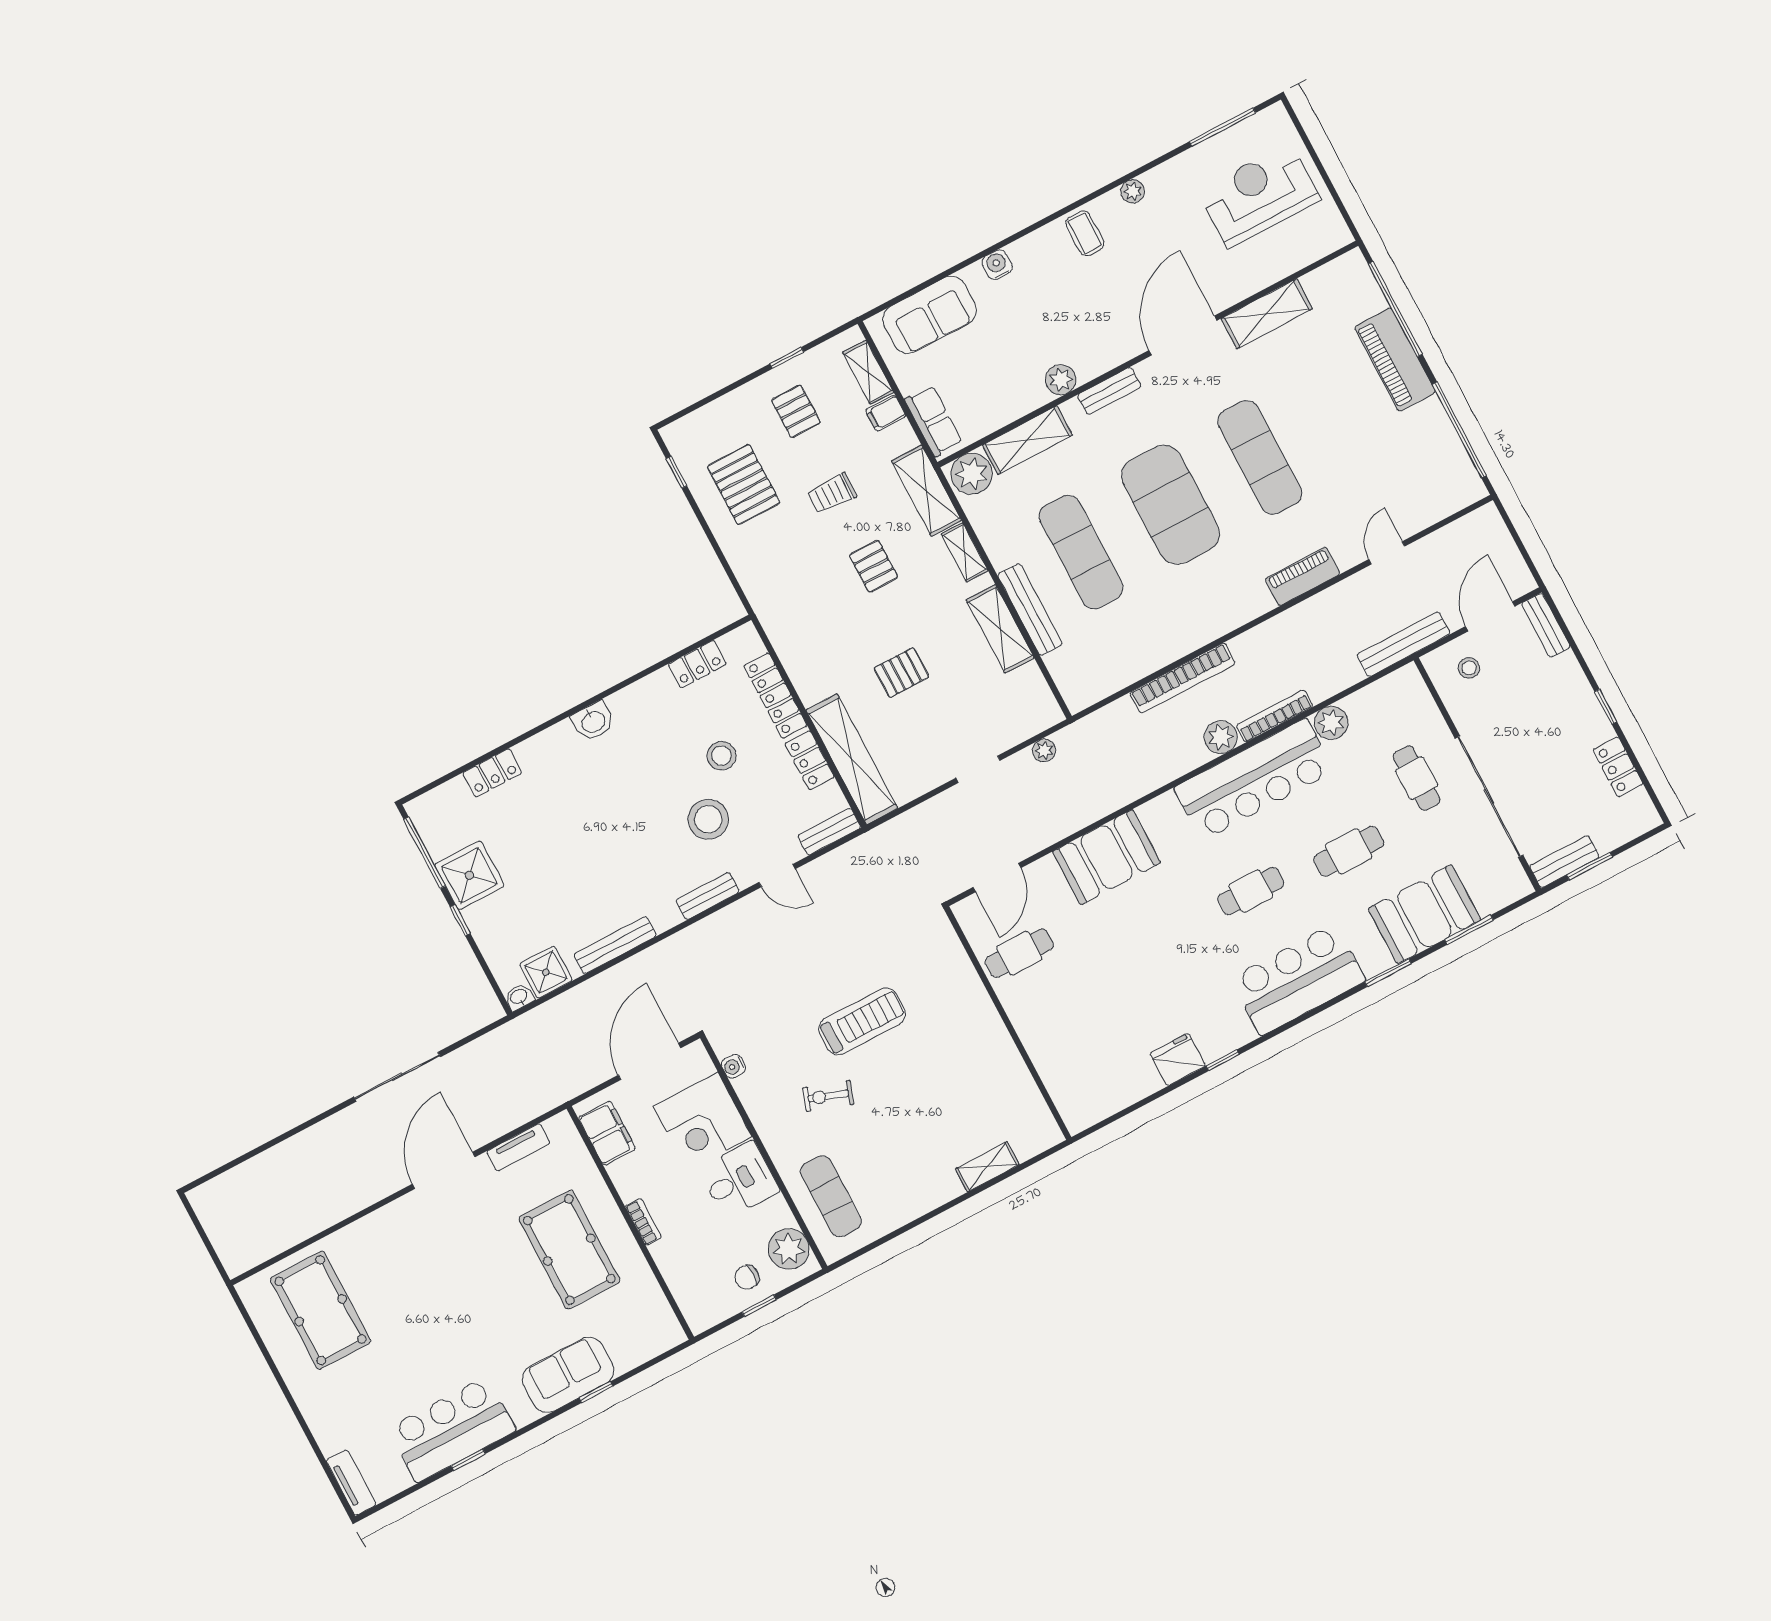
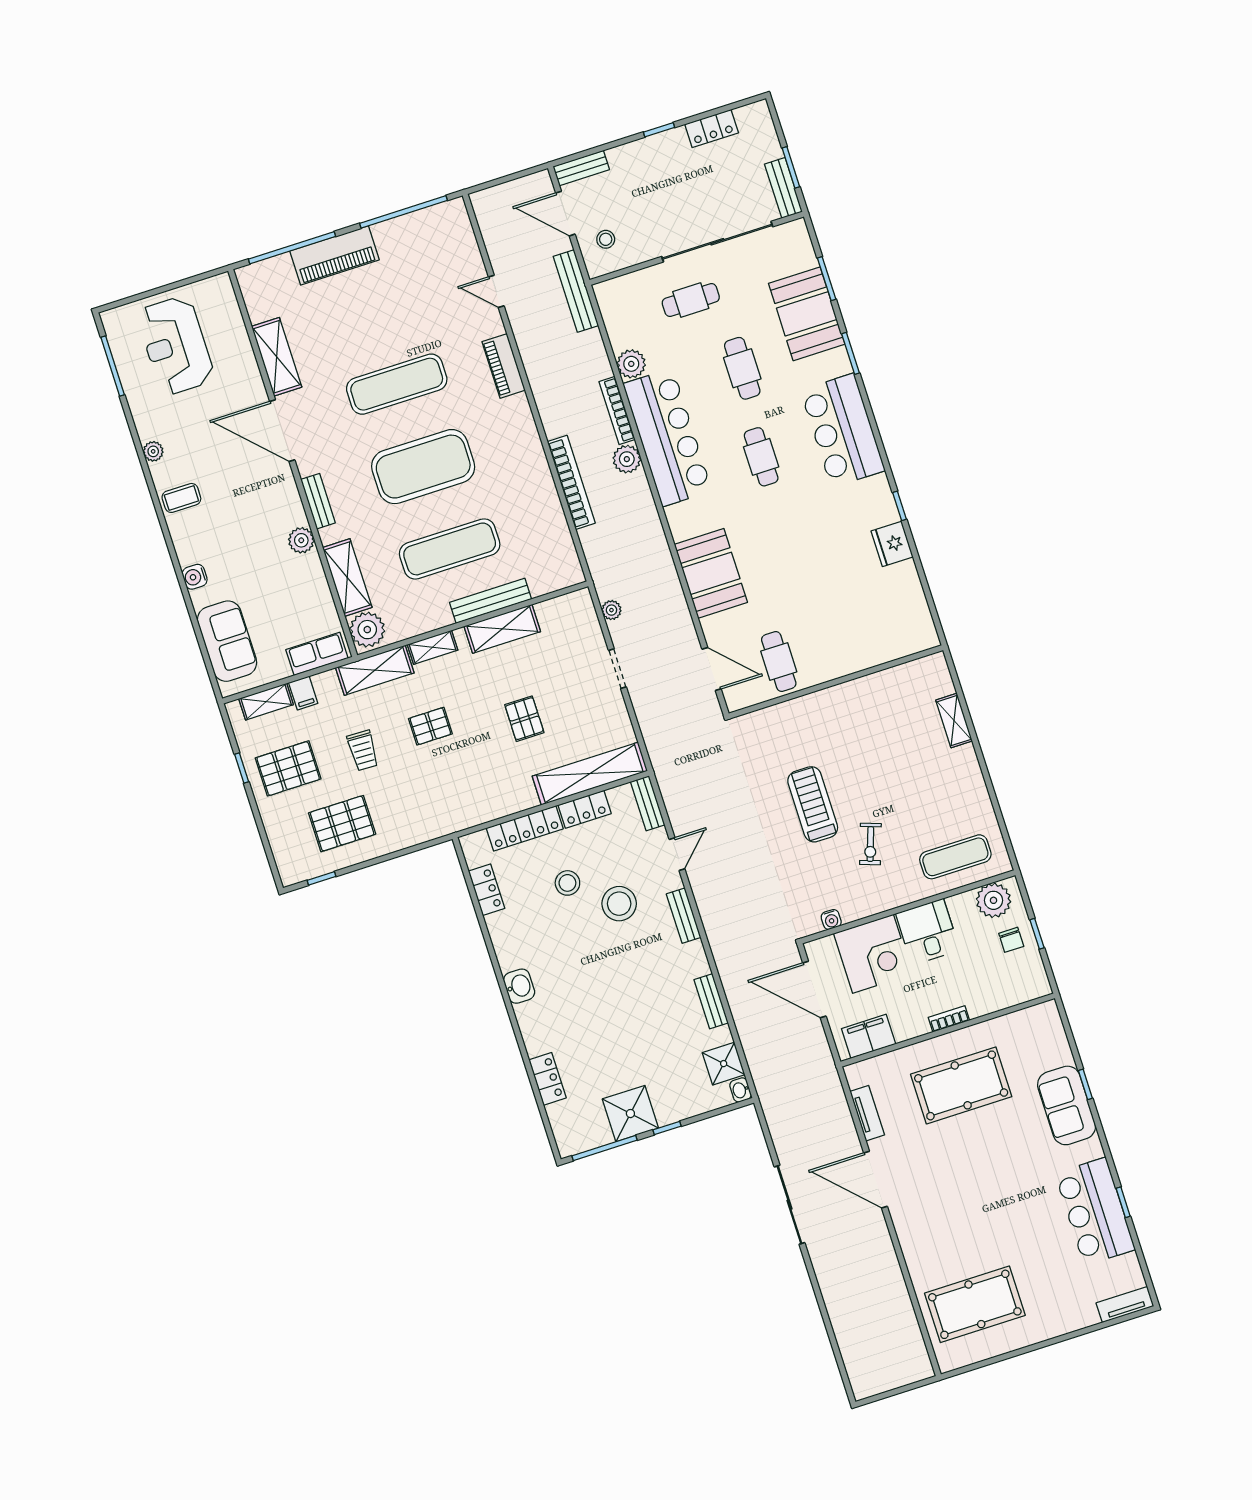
pallet: (796, 411) -> (288, 768), width x1.50, depth x1.42
bench: (615, 945) -> (711, 1001), width x0.73

